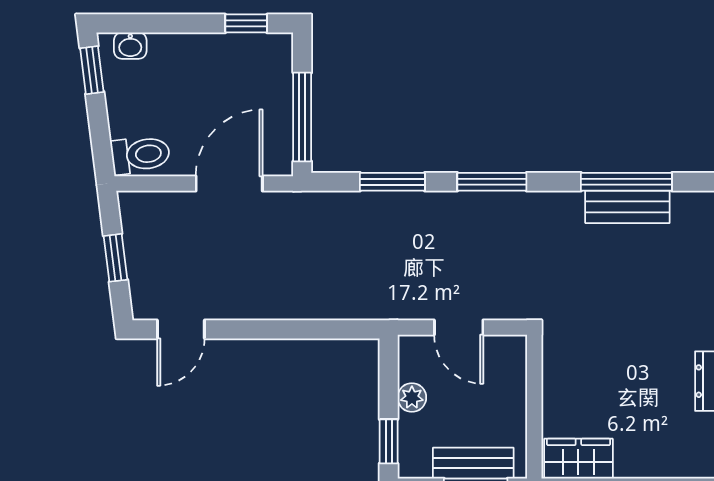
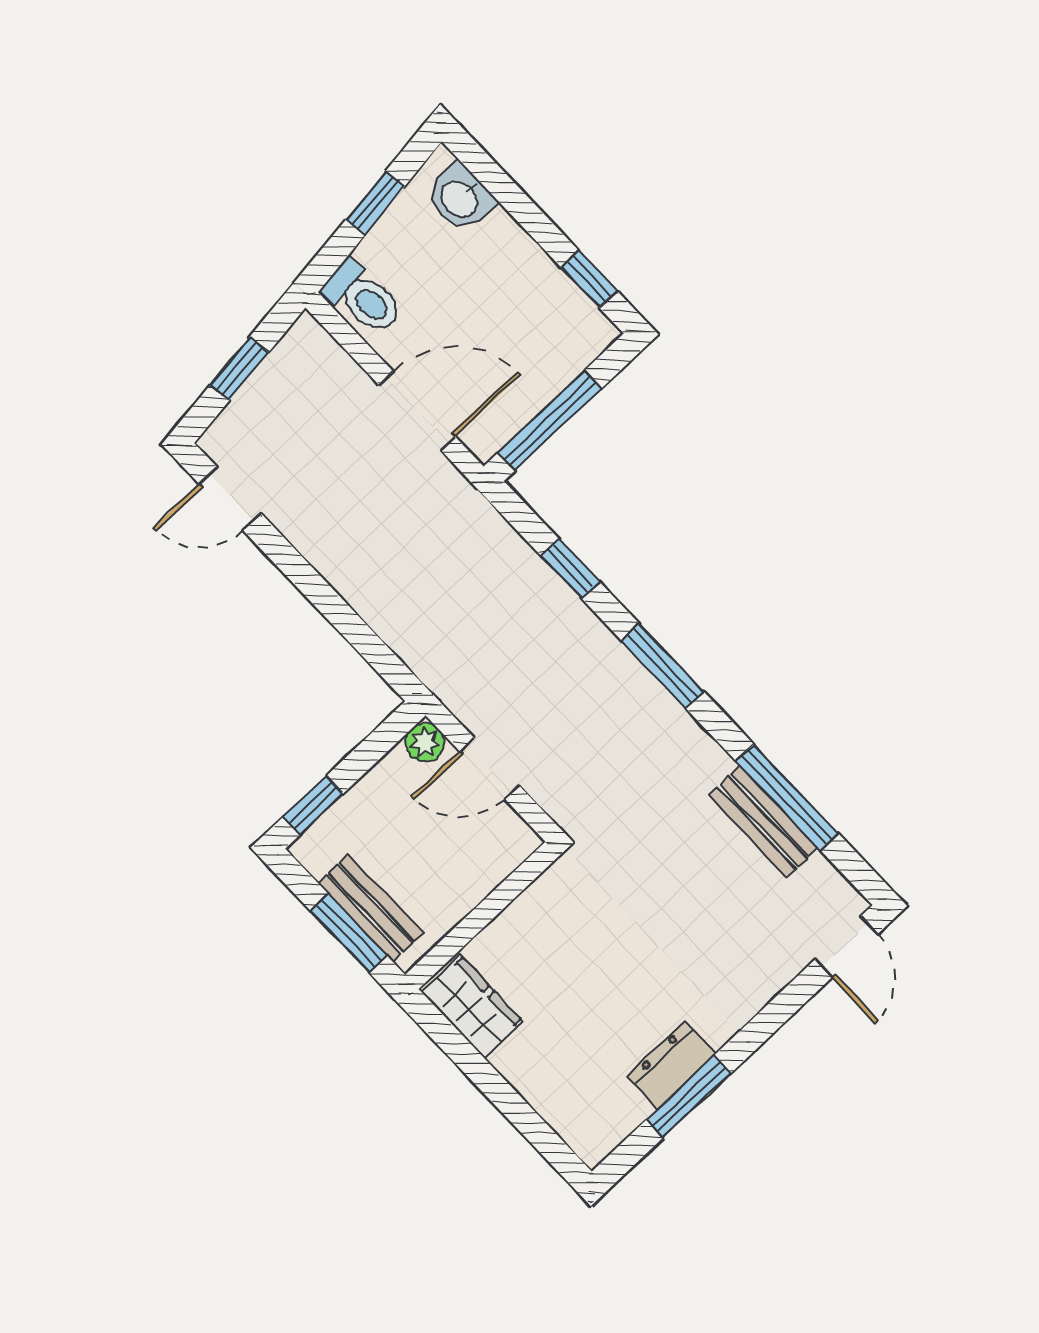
washbasin: (130, 46) -> (460, 198), width x1.38, depth x1.45
window: (92, 70) -> (375, 203), moved
window: (392, 182) -> (570, 569), width x0.67
door: (459, 327) -> (489, 768), hinge flipped
plant: (412, 397) -> (425, 743), moved

